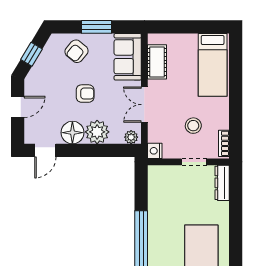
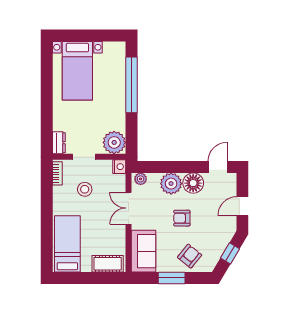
cot: (157, 62) -> (108, 264), moved, turned 90
double door: (144, 105) -> (129, 208), swing flipped
plant: (160, 178) -> (114, 142), added
dresser: (222, 183) -> (59, 143), width x0.70

